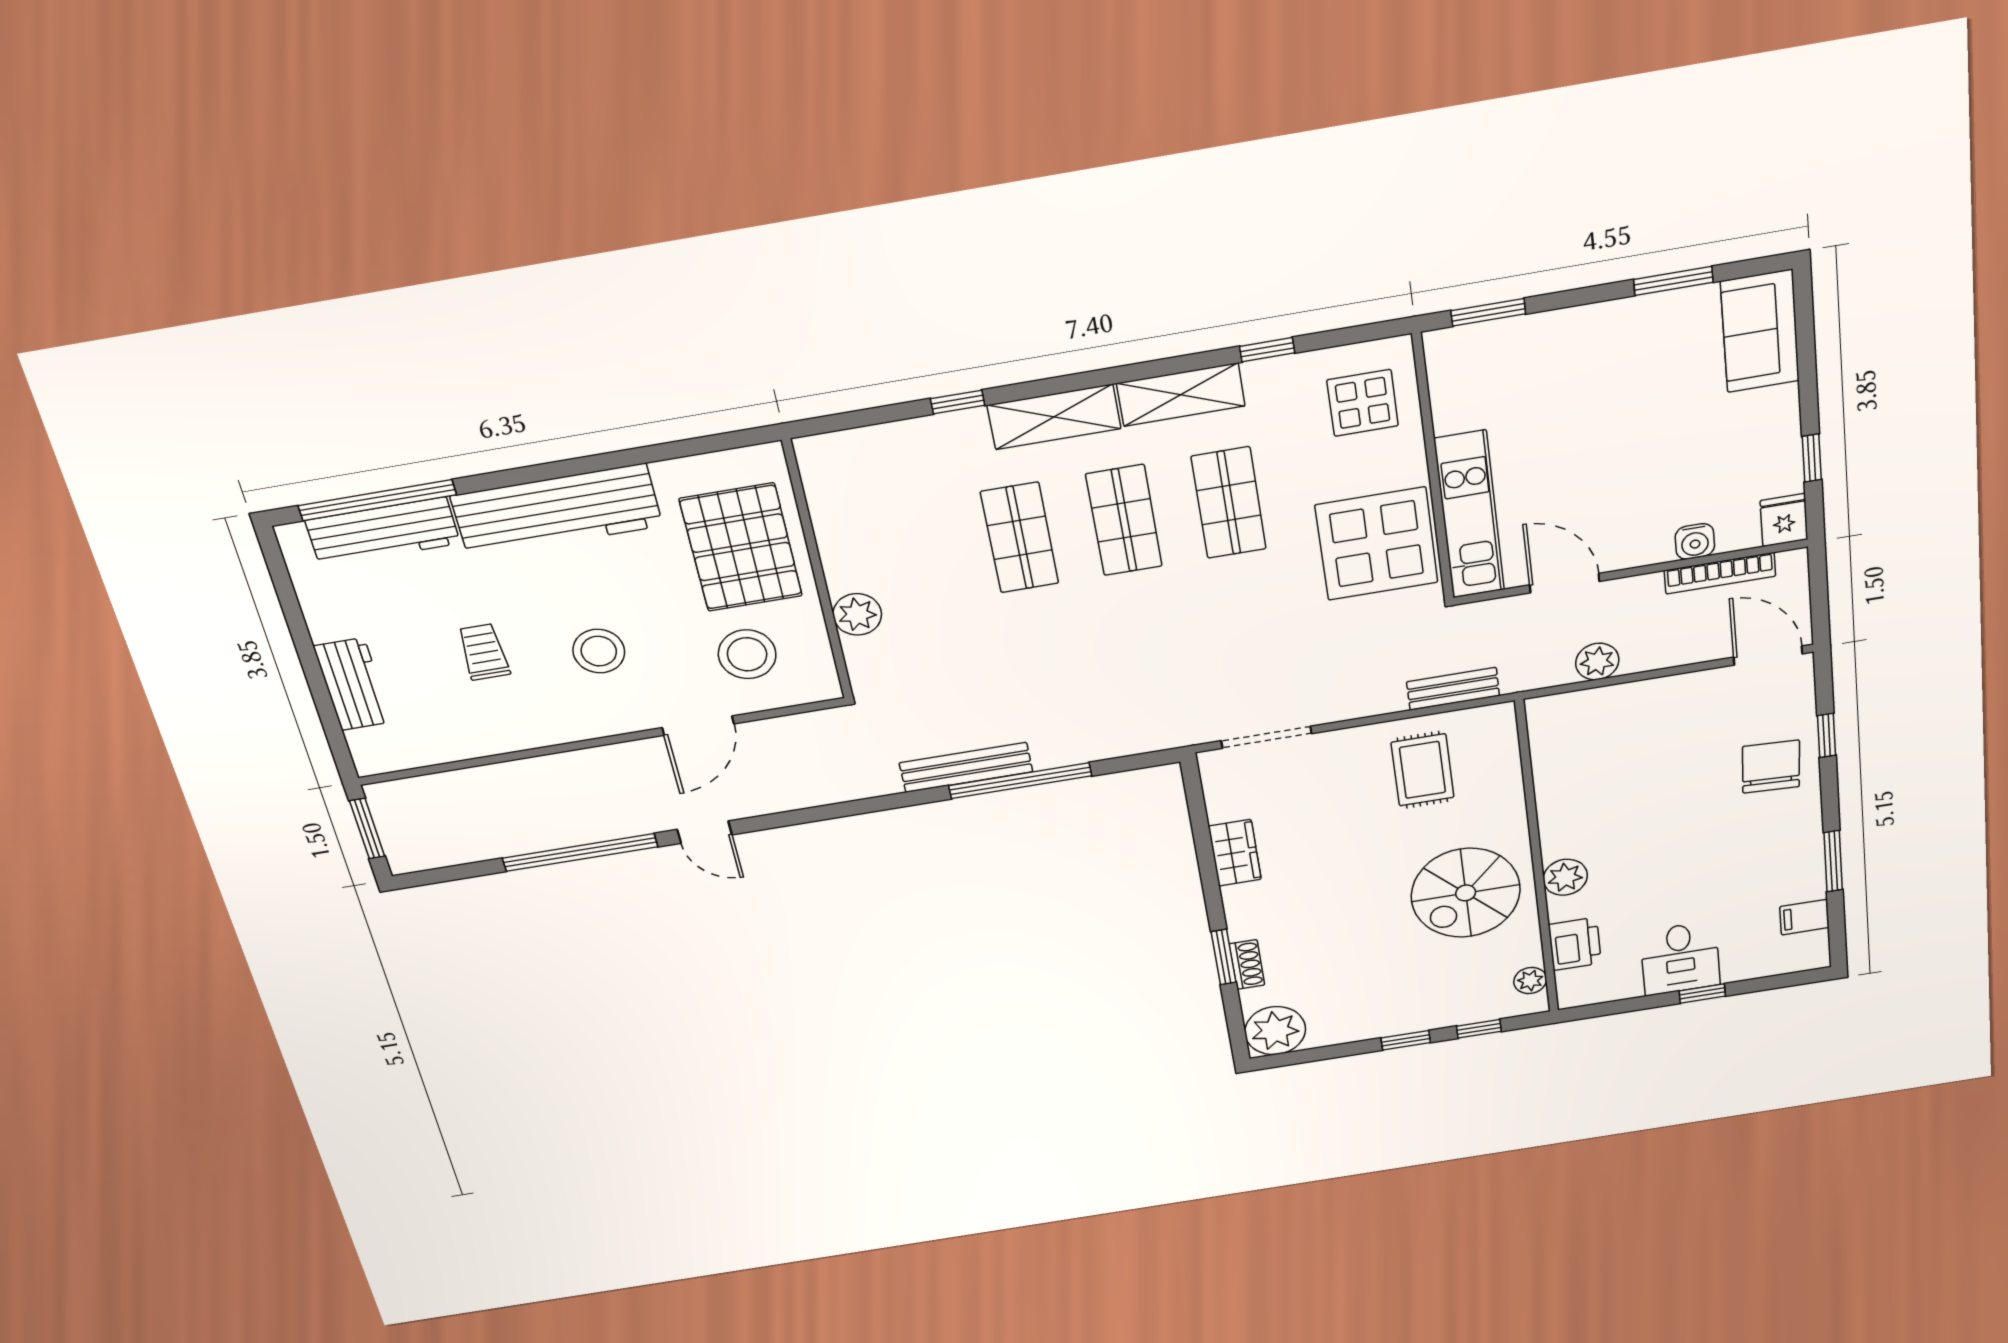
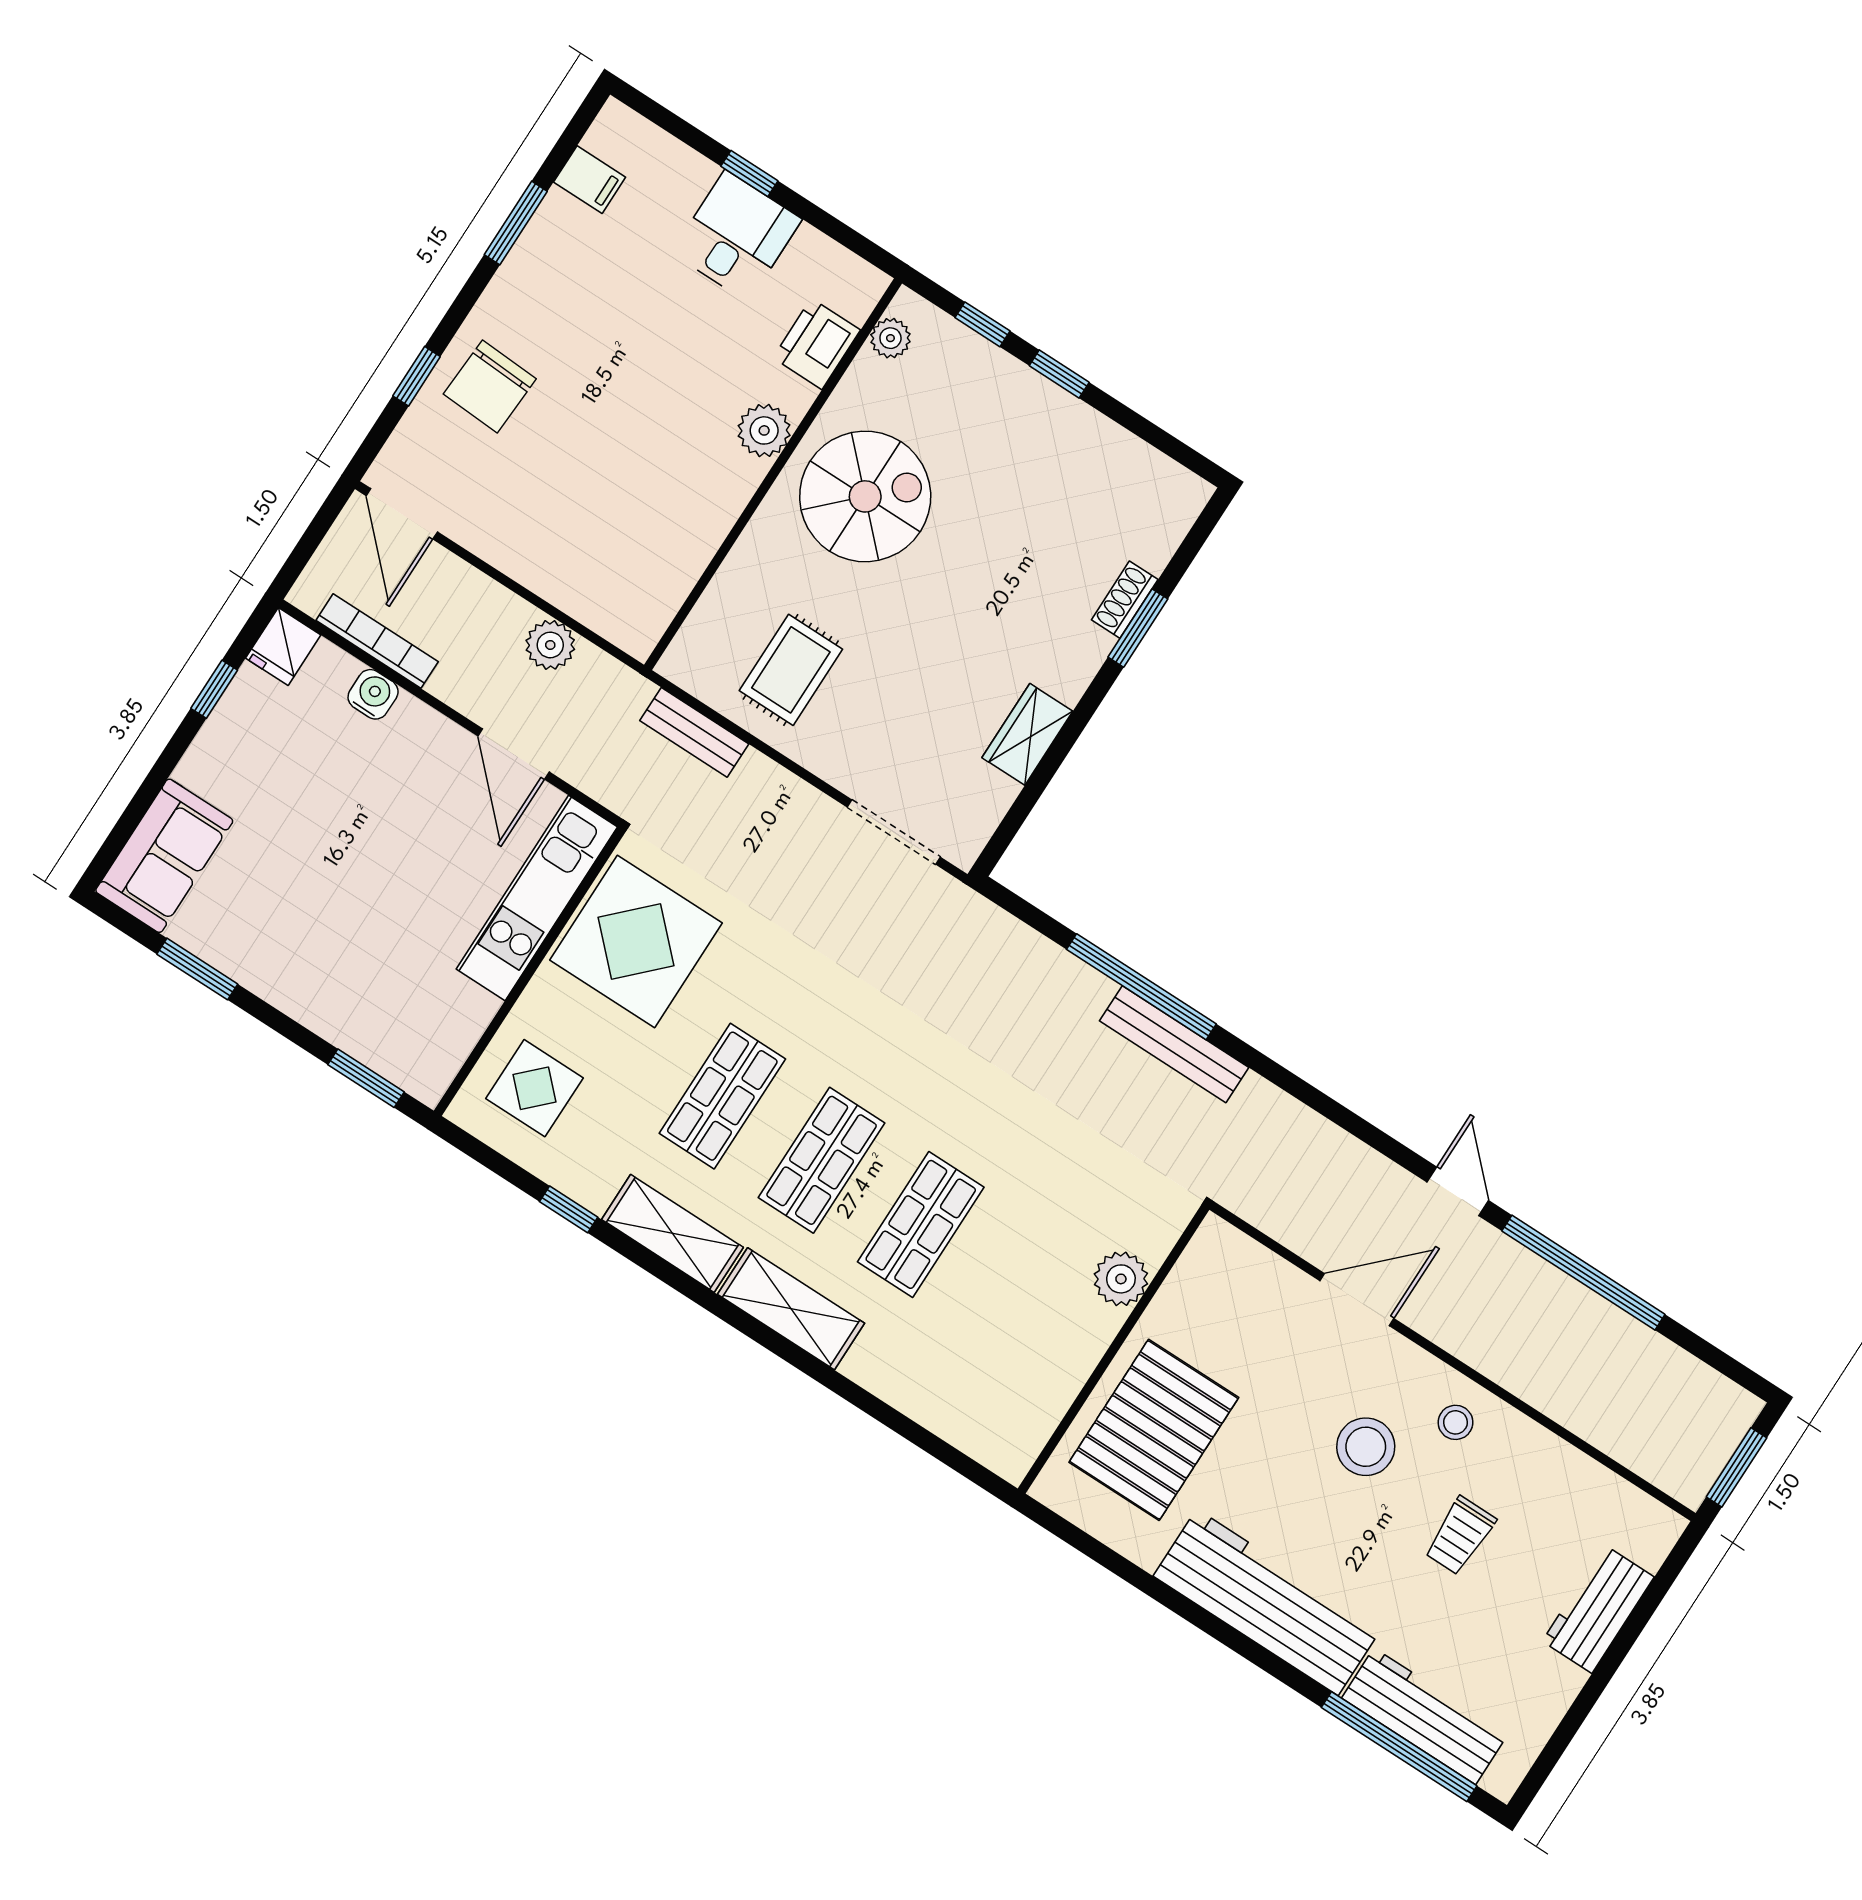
window: (958, 402) -> (855, 1394), removed
stool: (747, 654) -> (1455, 1422), moved, width x0.53, depth x0.53
plant: (1275, 1031) -> (1166, 499), removed

